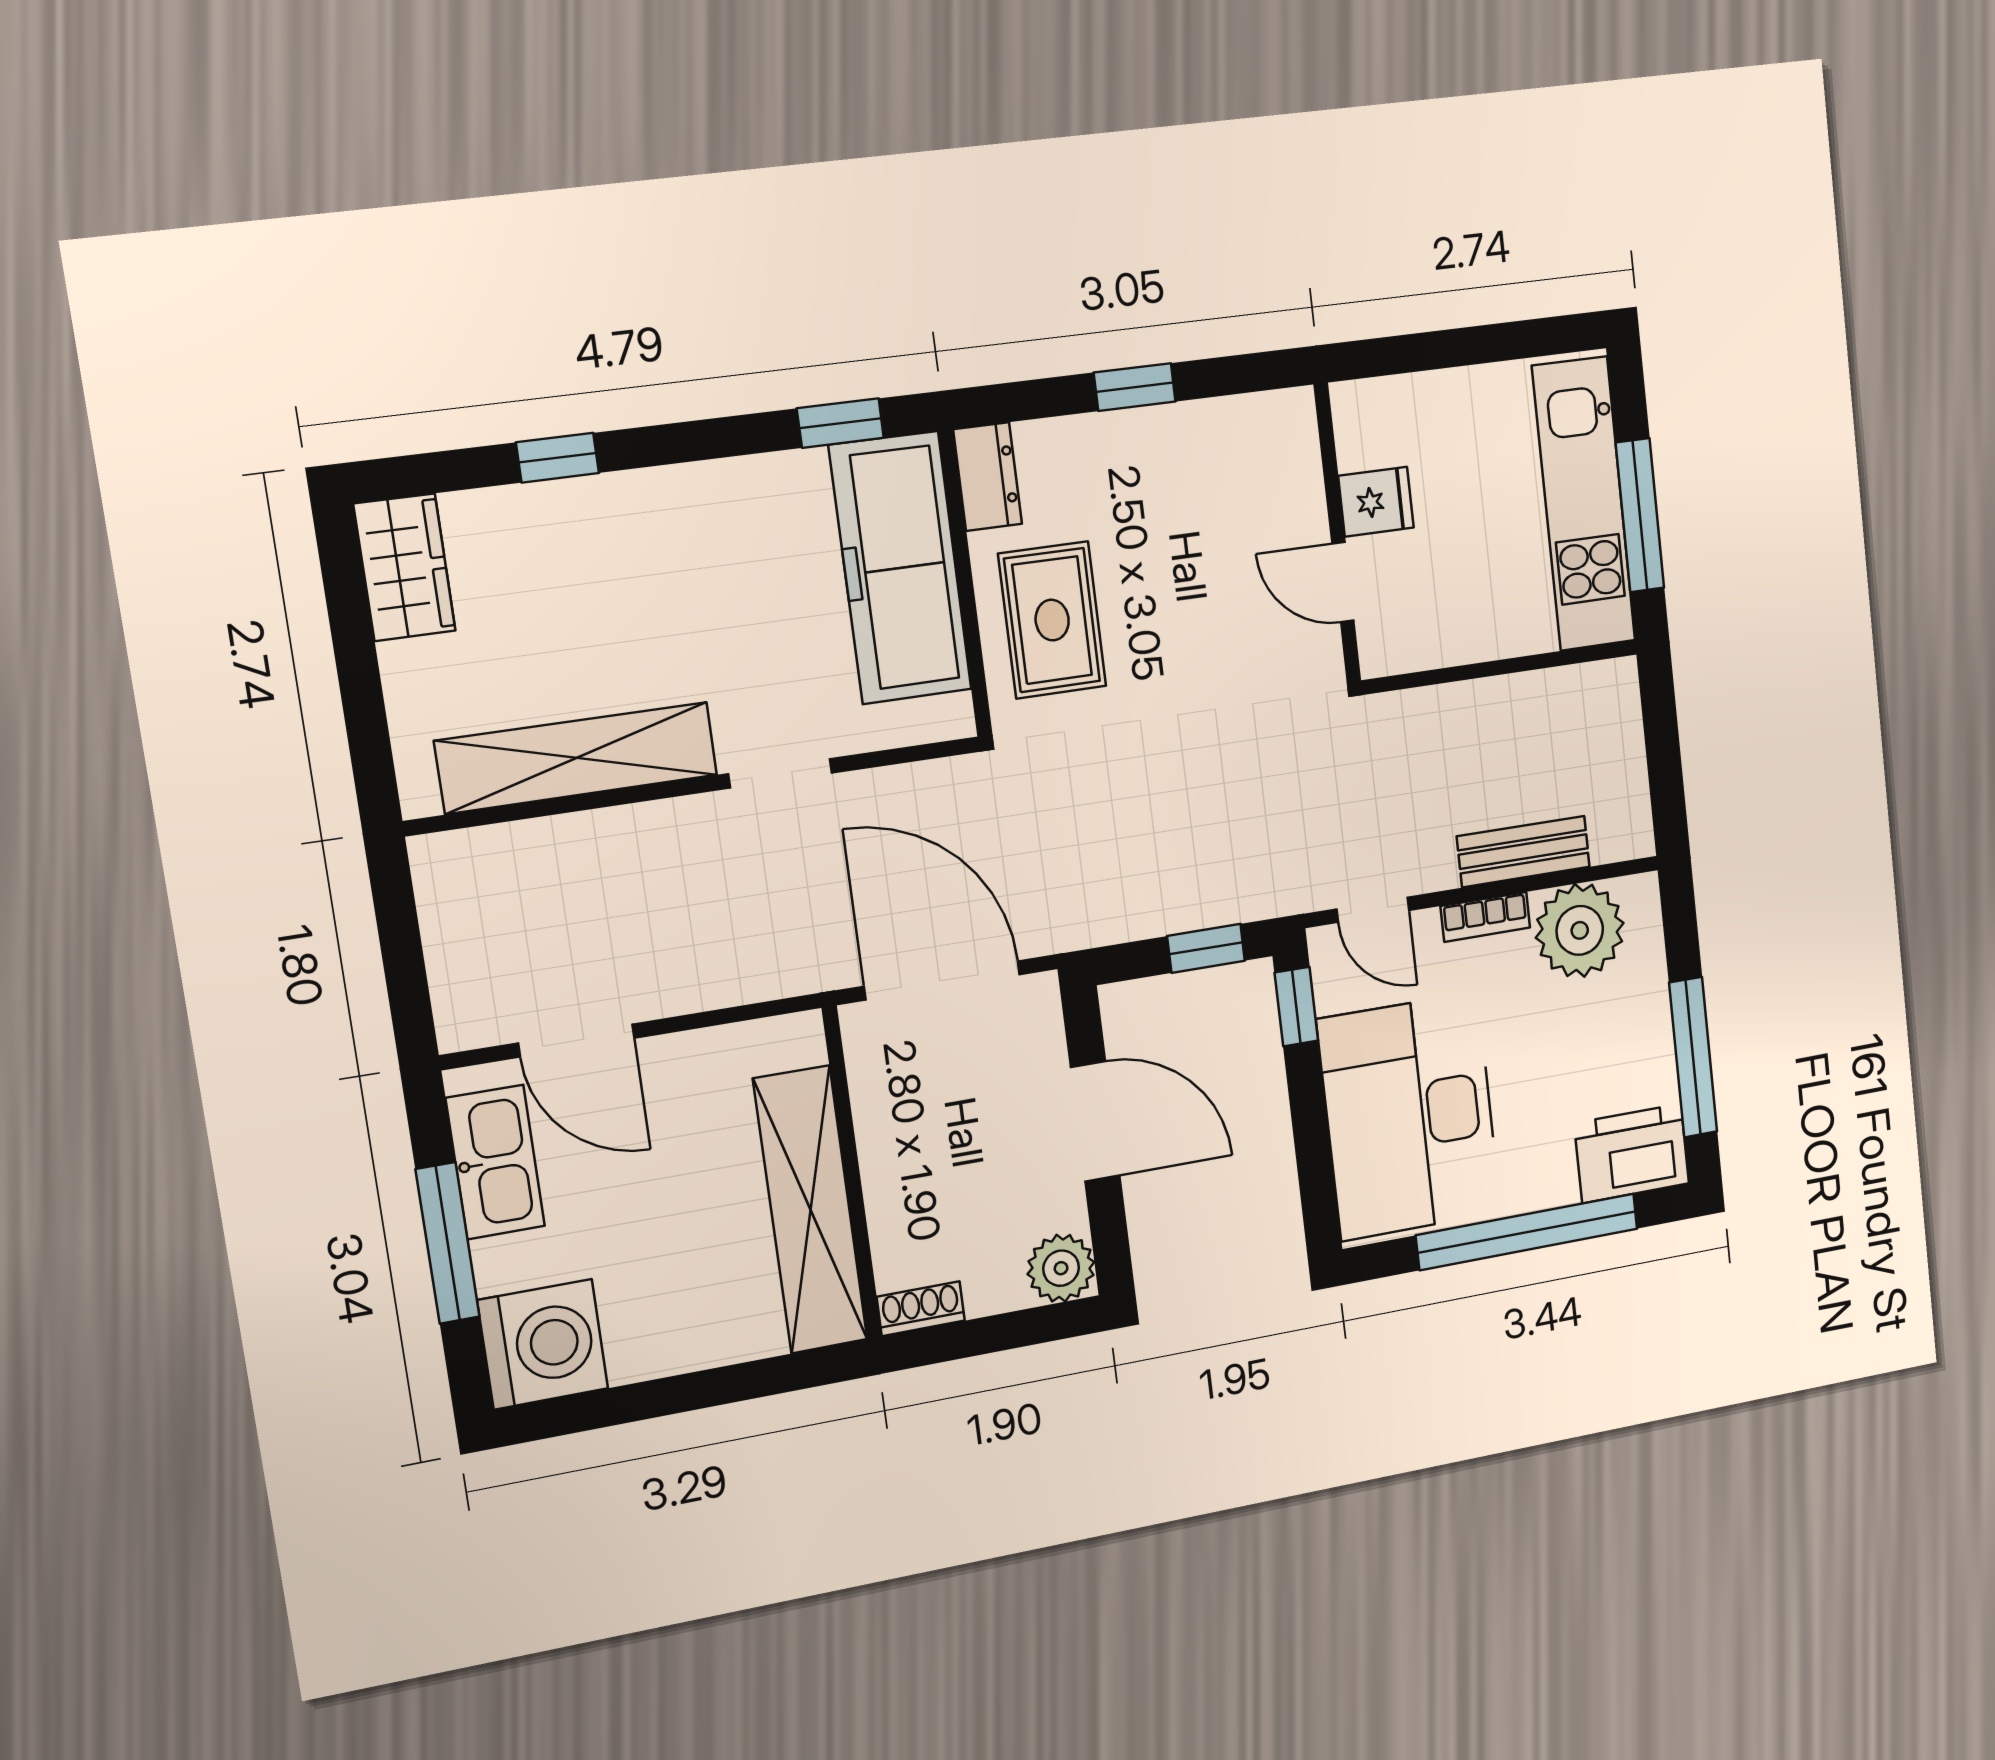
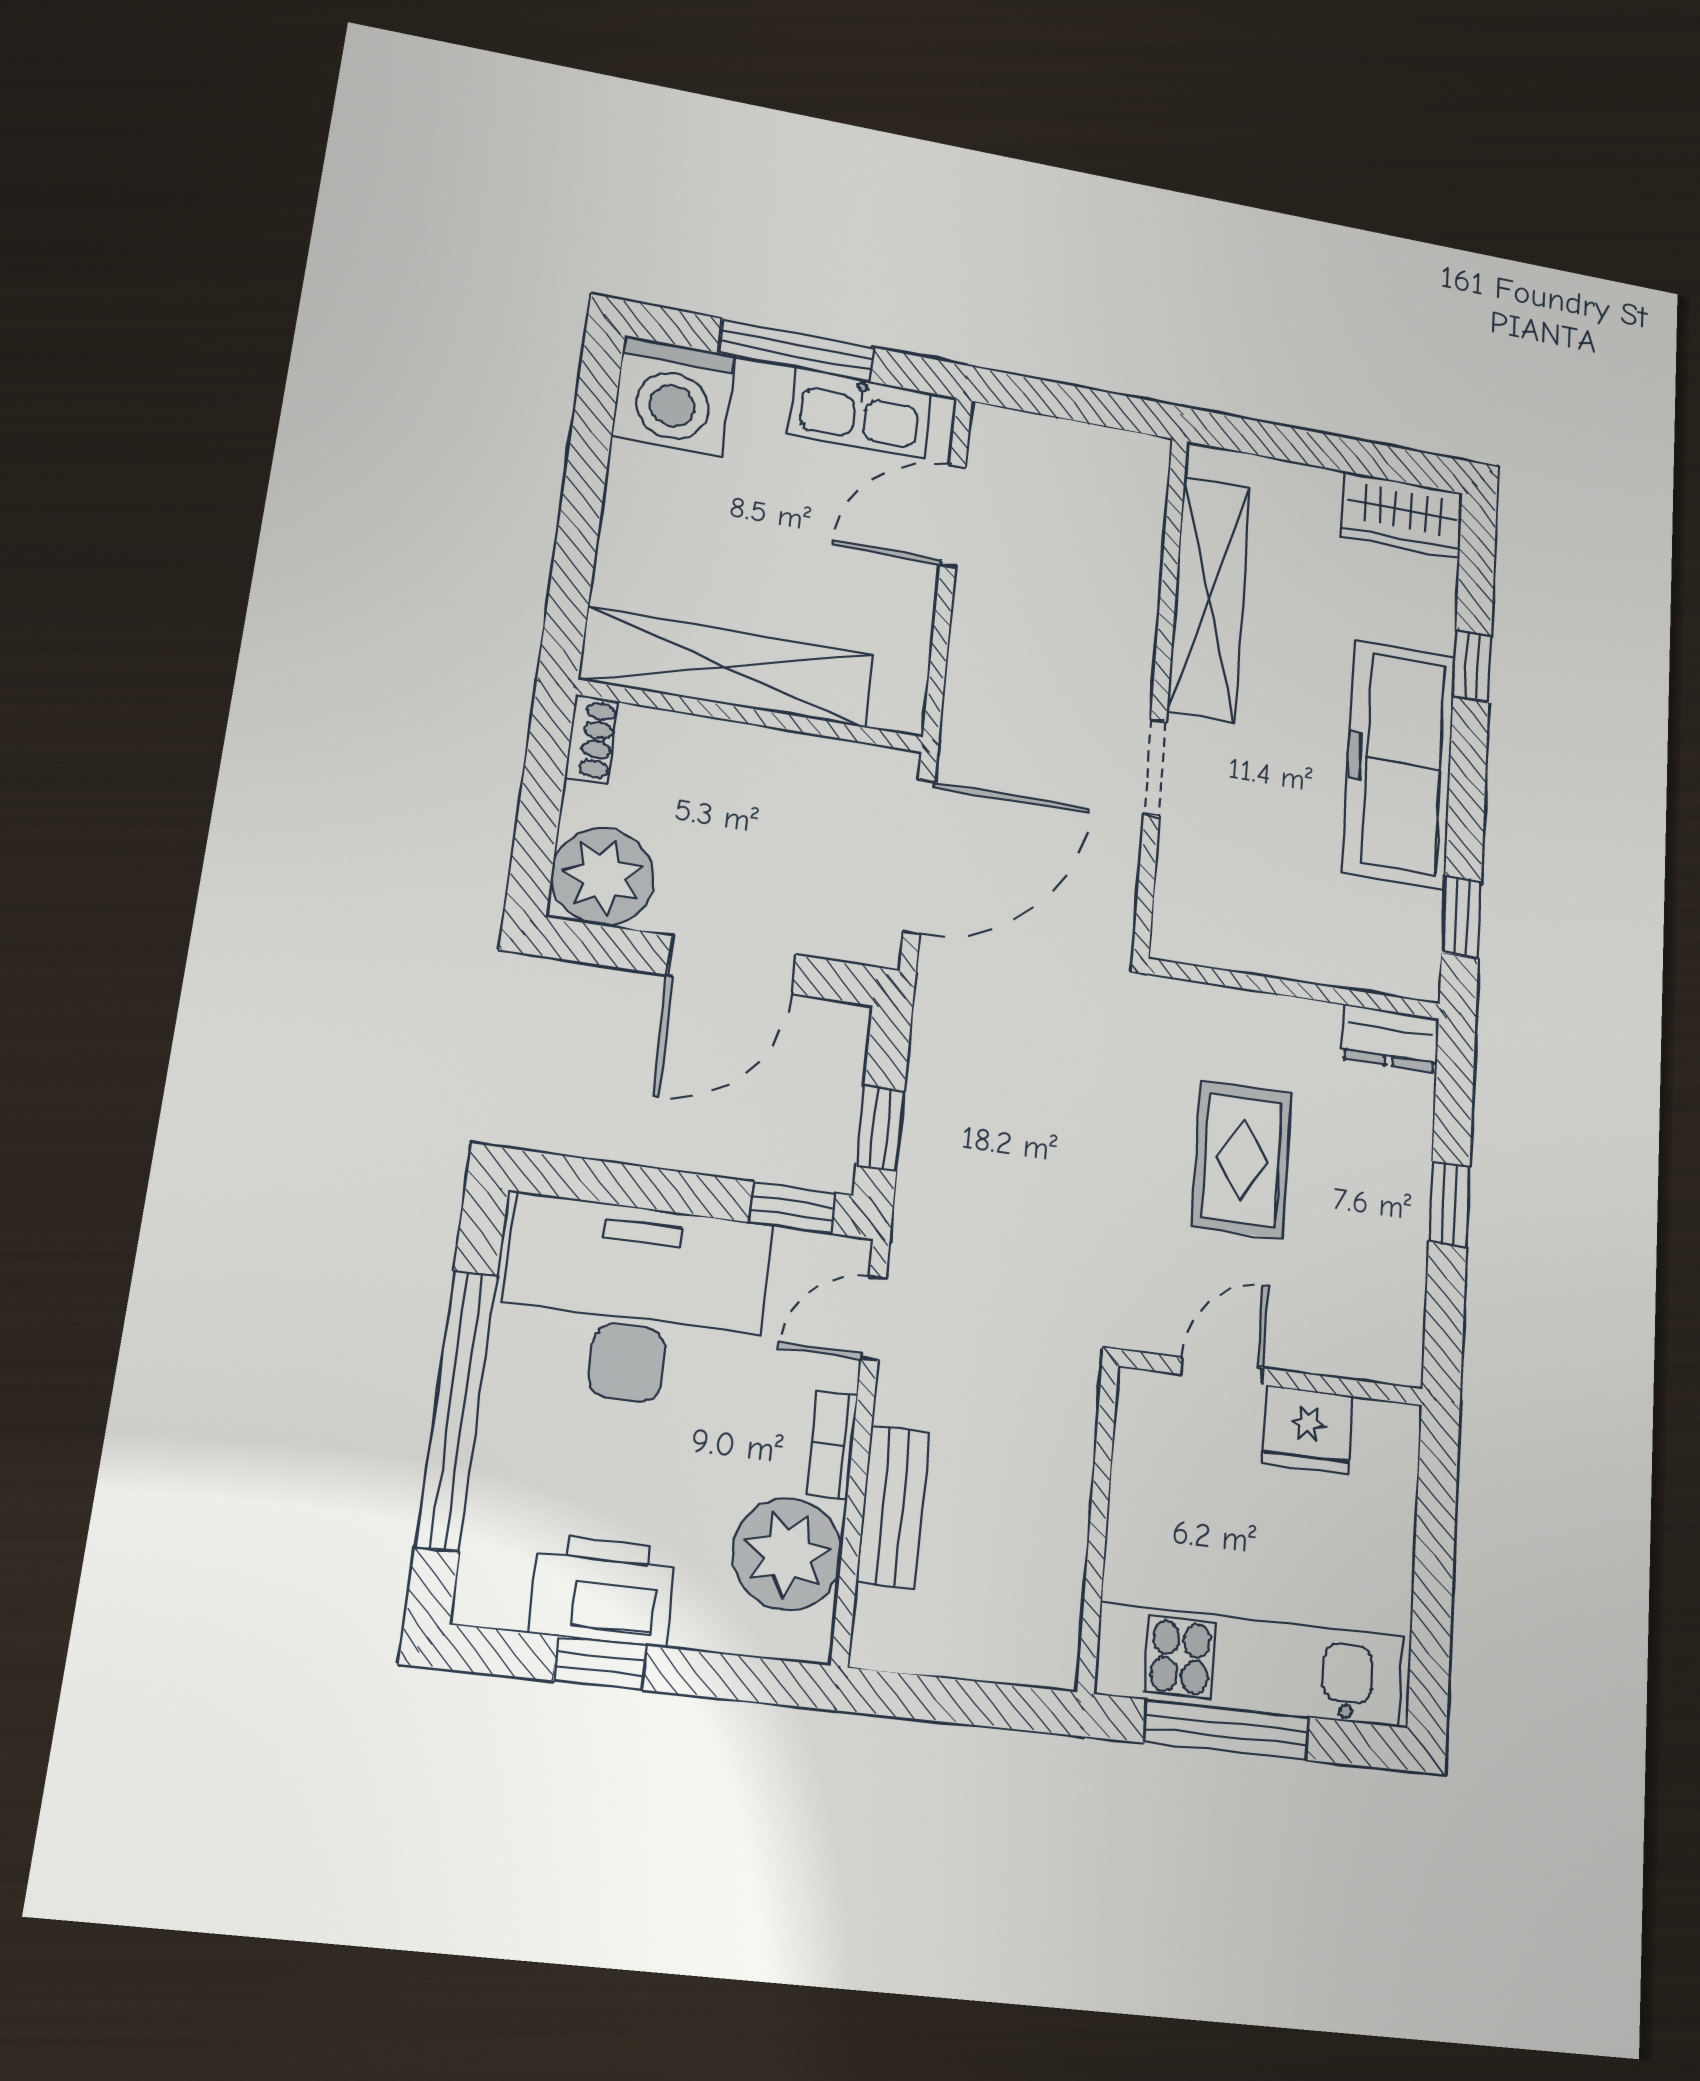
fridge: (1376, 502) -> (1308, 1429), width x1.38
freezer: (900, 568) -> (1399, 763), moved, turned -90
rug: (1052, 620) -> (1242, 1160), moved, turned 90
window: (1693, 1057) -> (600, 1663), width x0.46
printer: (1632, 1153) -> (603, 1590), moved, turned -90
plant: (1061, 1268) -> (603, 877), width x1.36, depth x1.36

